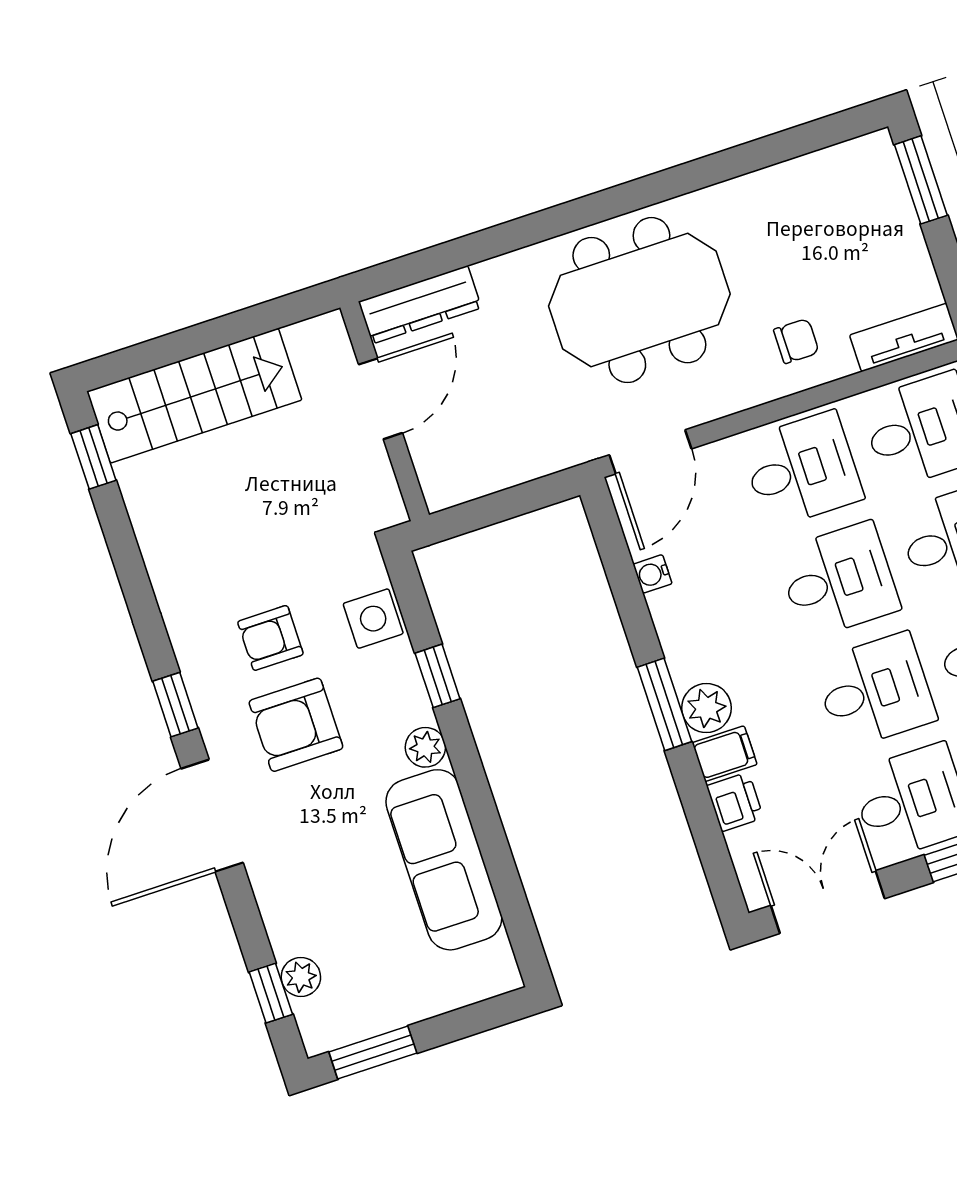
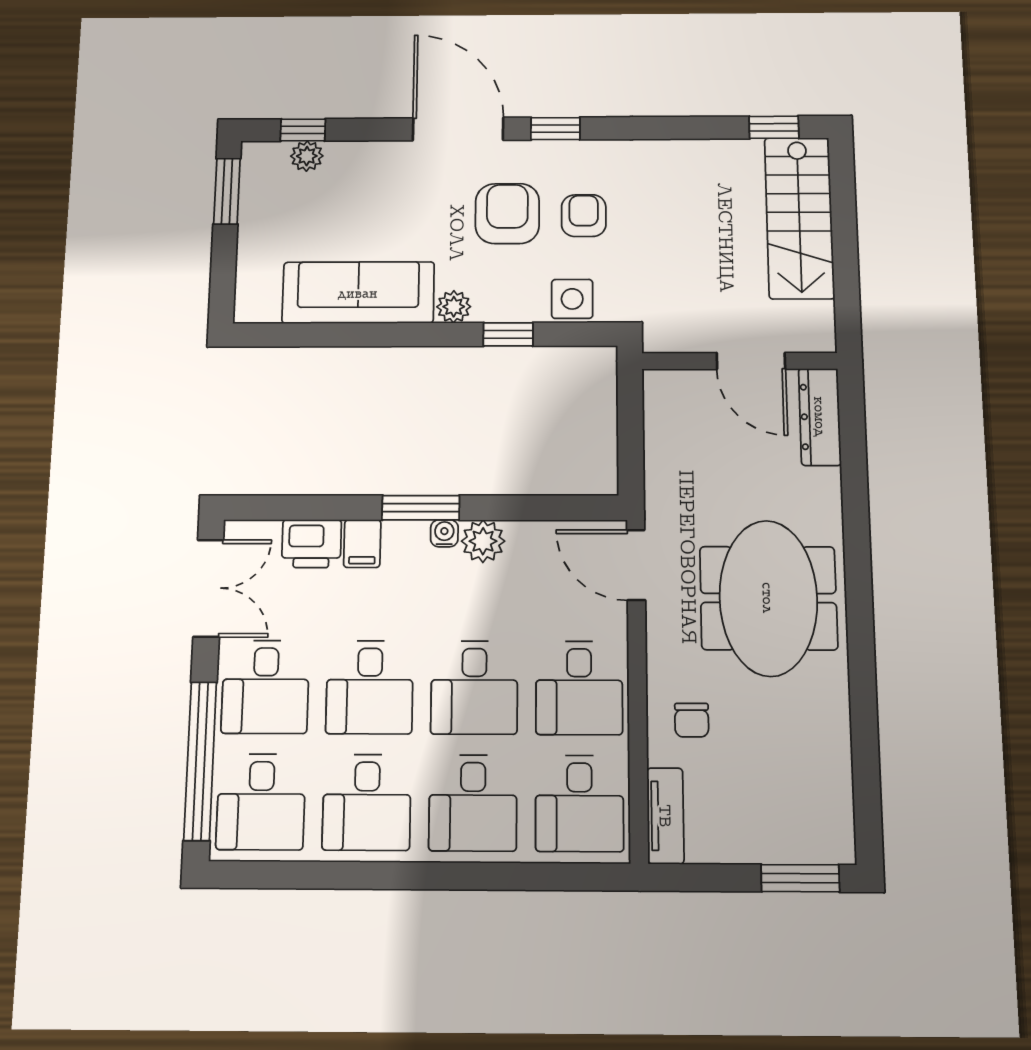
water cooler: (653, 574) -> (444, 533), moved
plant: (706, 708) -> (483, 541), moved
printer: (735, 802) -> (311, 544), width x1.36, depth x1.24

